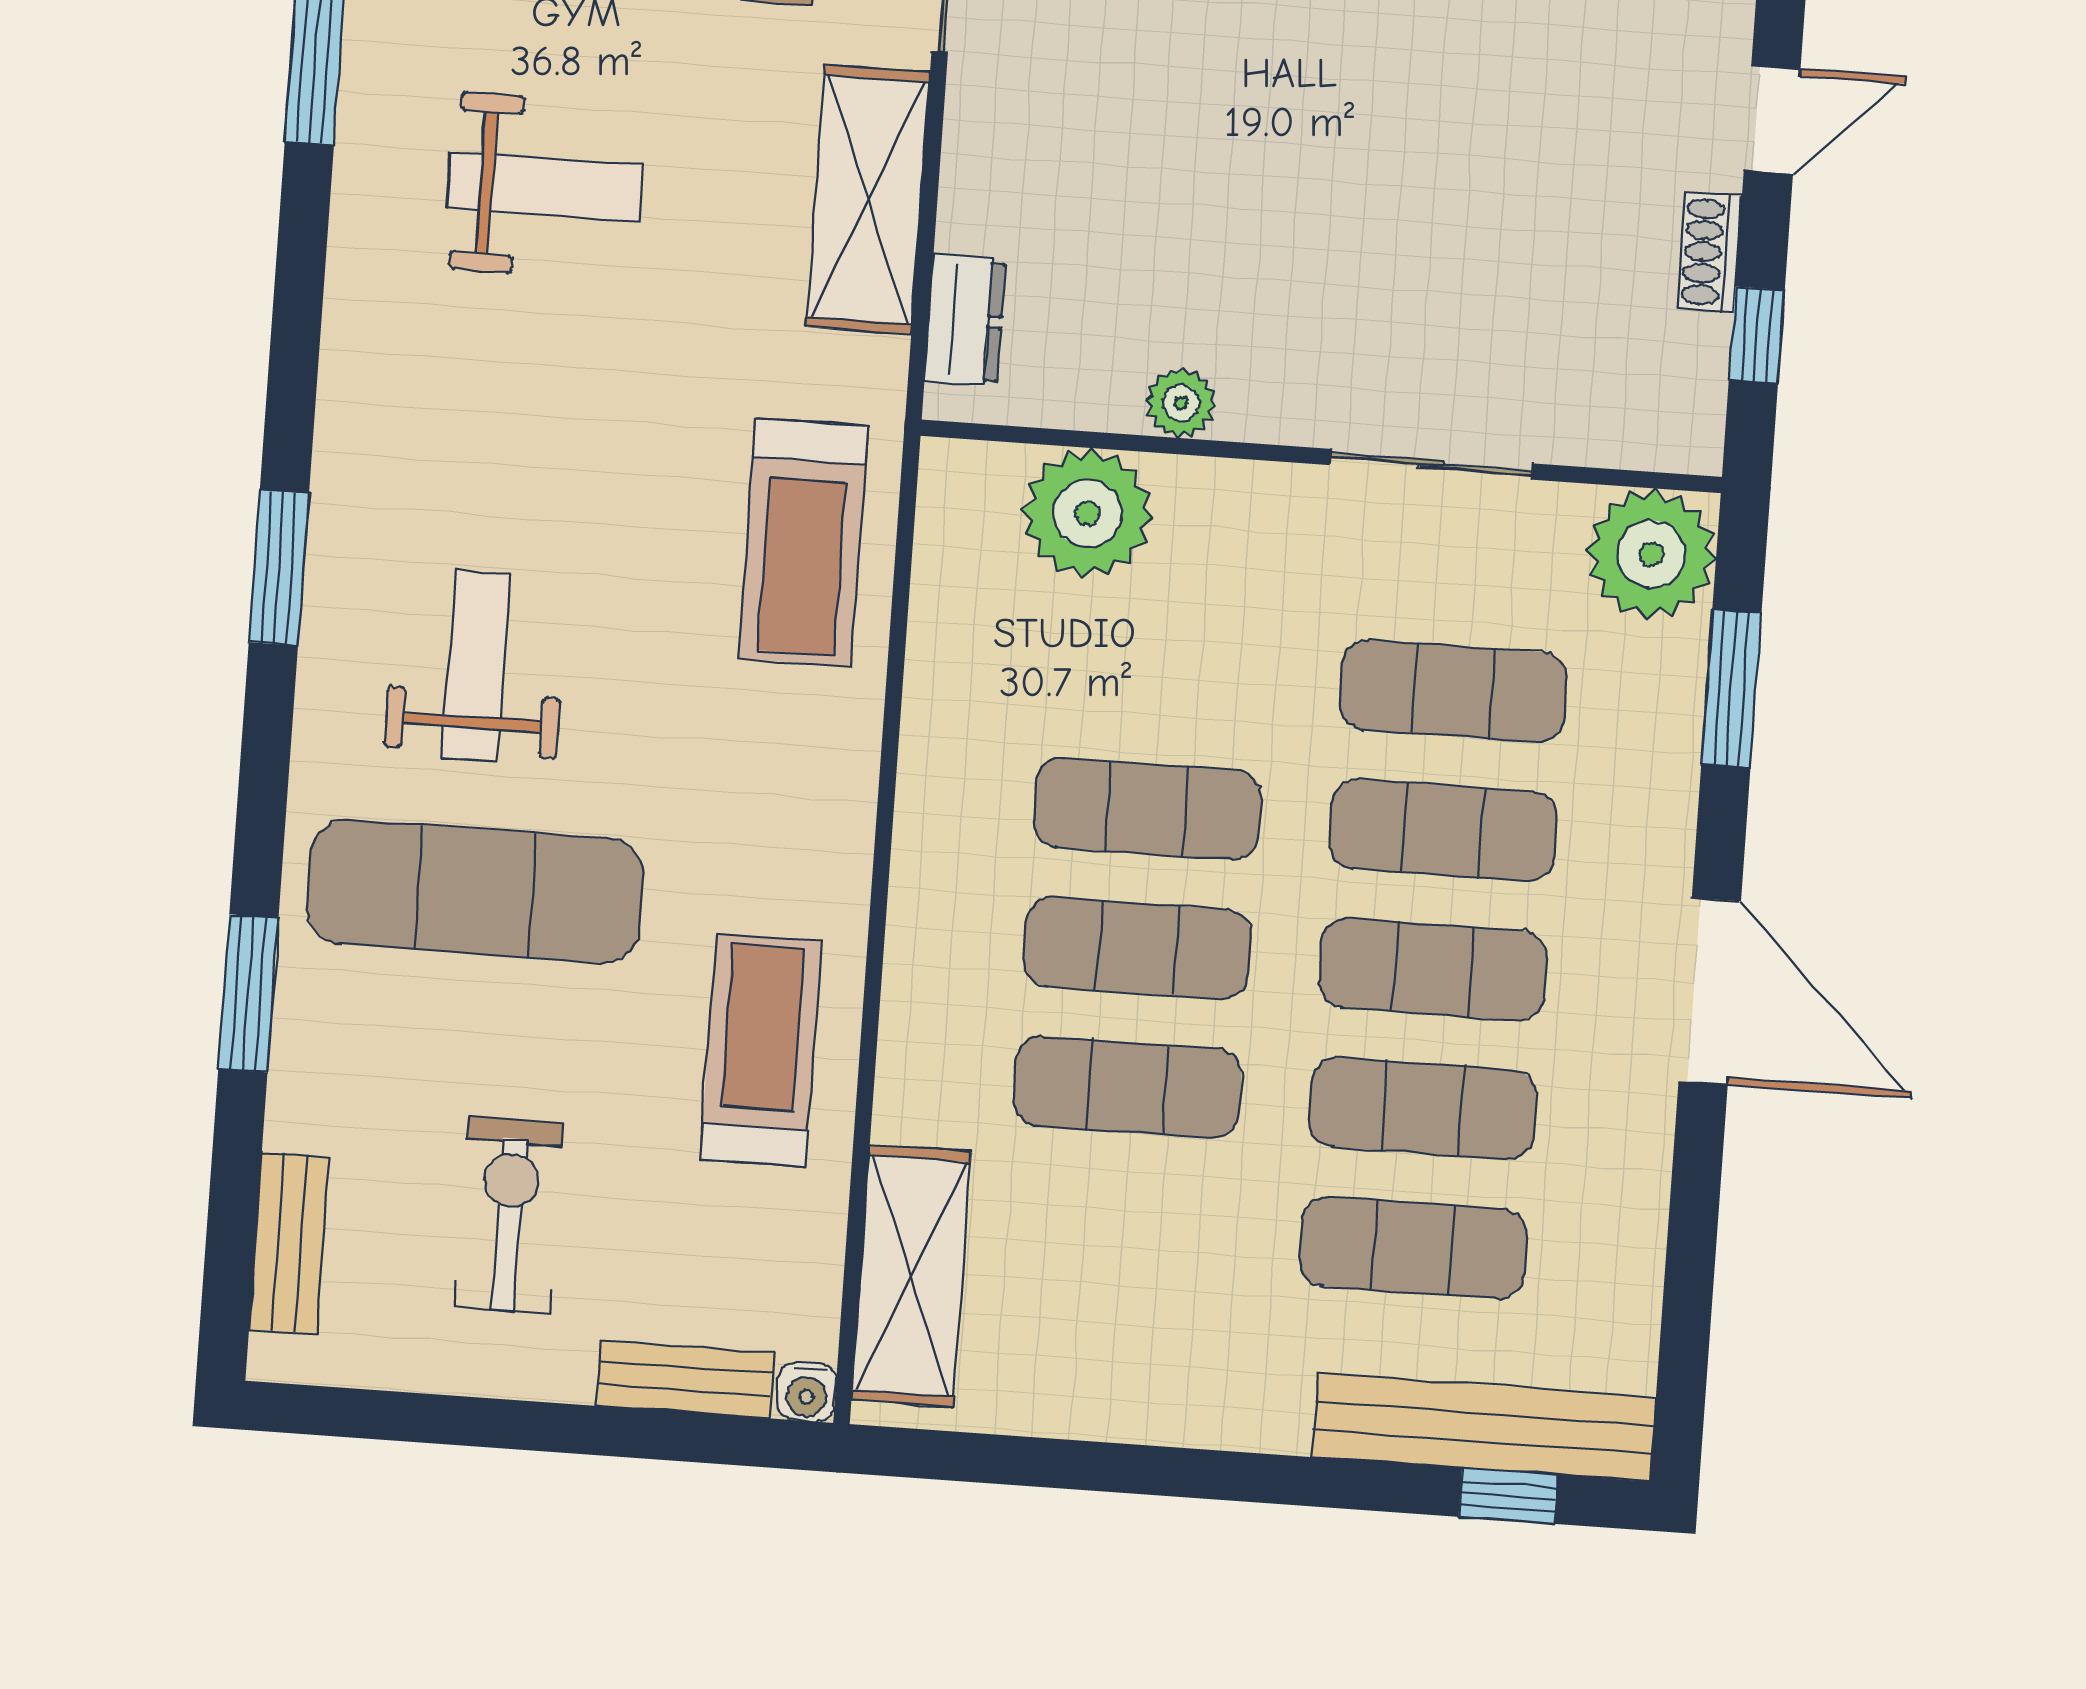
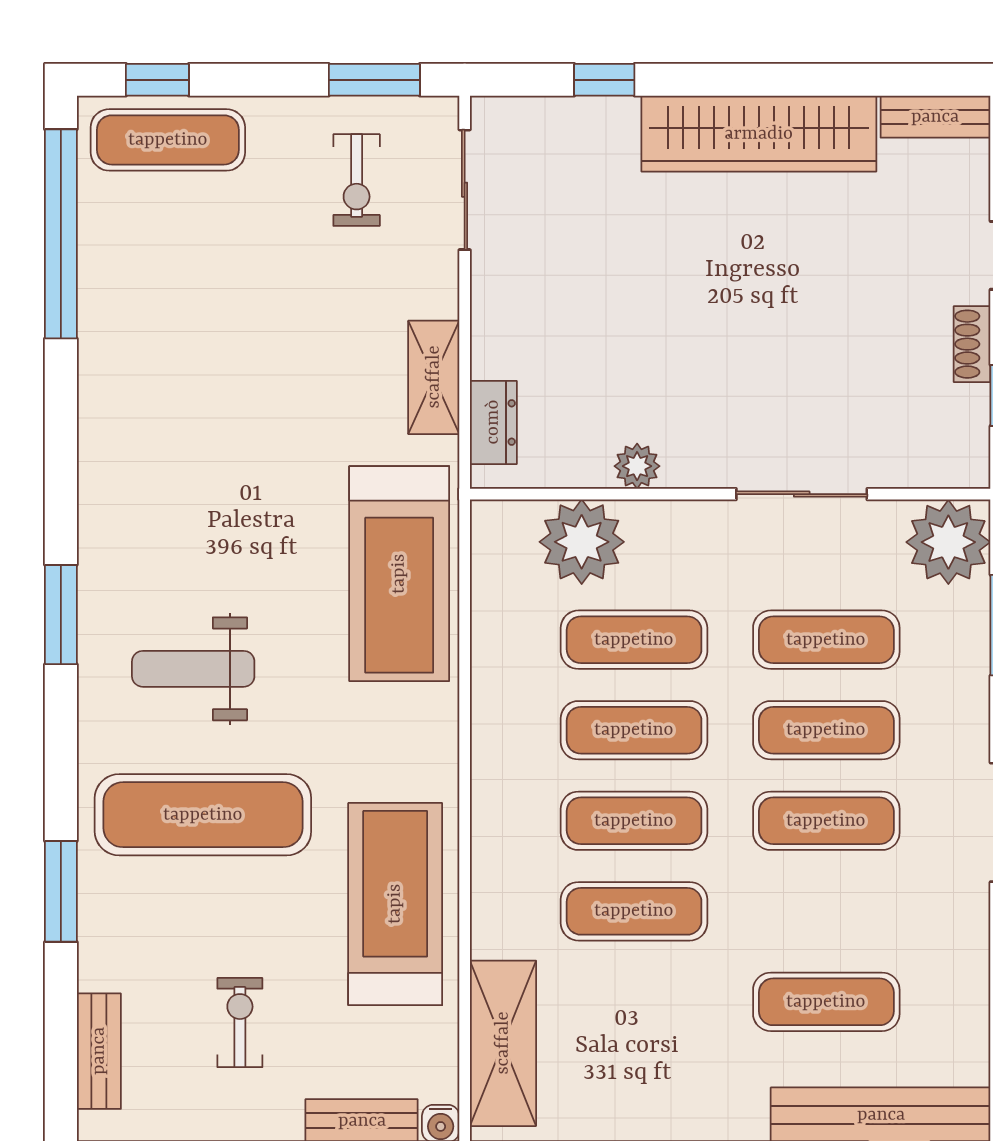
weight bench: (545, 187) -> (215, 356), removed
shelving: (868, 200) -> (434, 377), width x0.67, depth x0.75
treadmill: (804, 542) -> (399, 574), width x1.37, depth x1.38
weight bench: (476, 666) -> (193, 669), turned -90
treadmill: (761, 1050) -> (395, 904), width x1.37, depth x1.38
exercise mat: (1423, 1108) -> (634, 640), moved
exercise bike: (509, 1215) -> (240, 1023), width x0.73, depth x0.72

